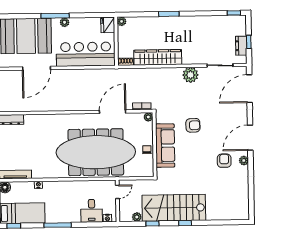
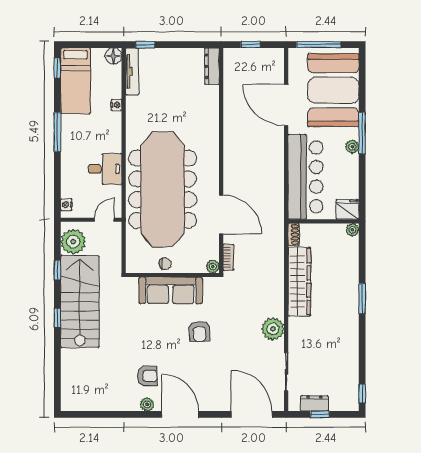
door: (117, 192) -> (104, 220), swing flipped
desk: (92, 211) -> (105, 169), moved, turned 180
plant: (137, 217) -> (73, 242), width x1.87, depth x1.87

